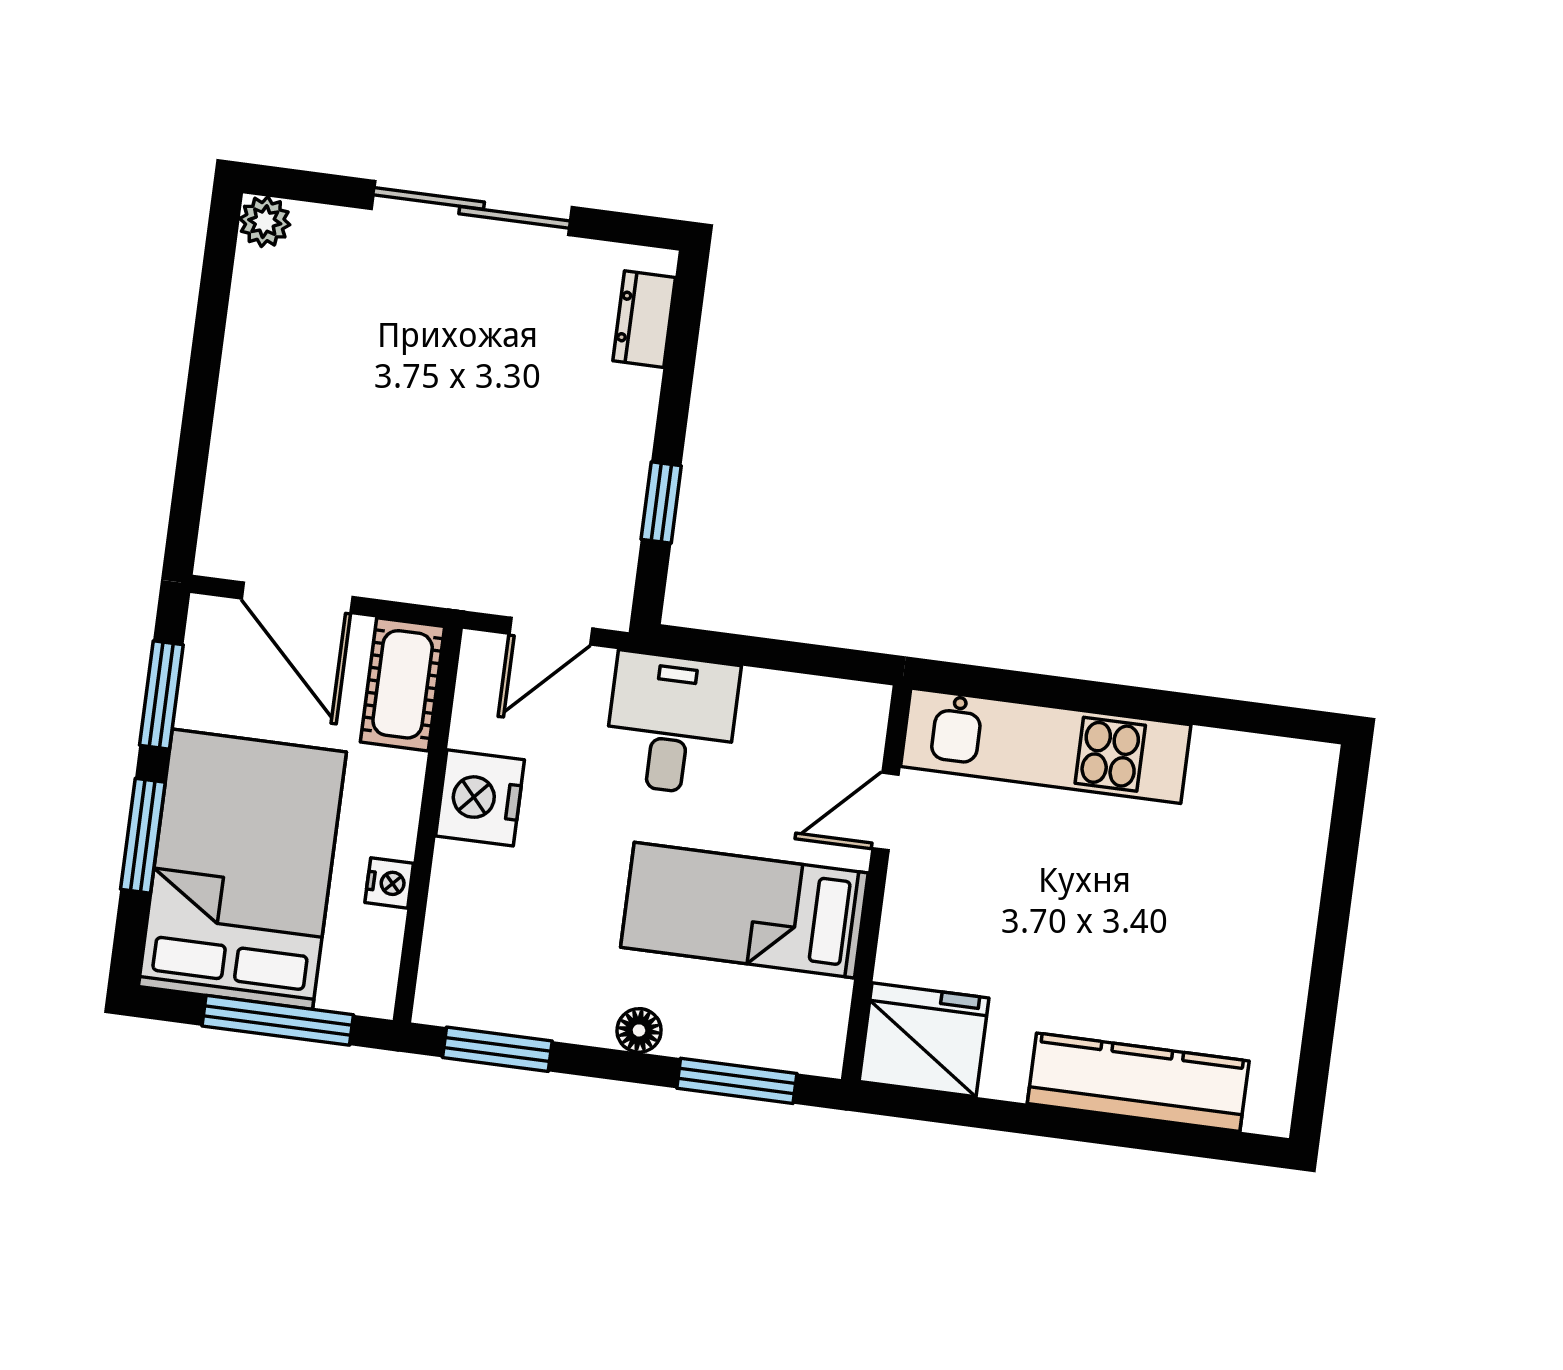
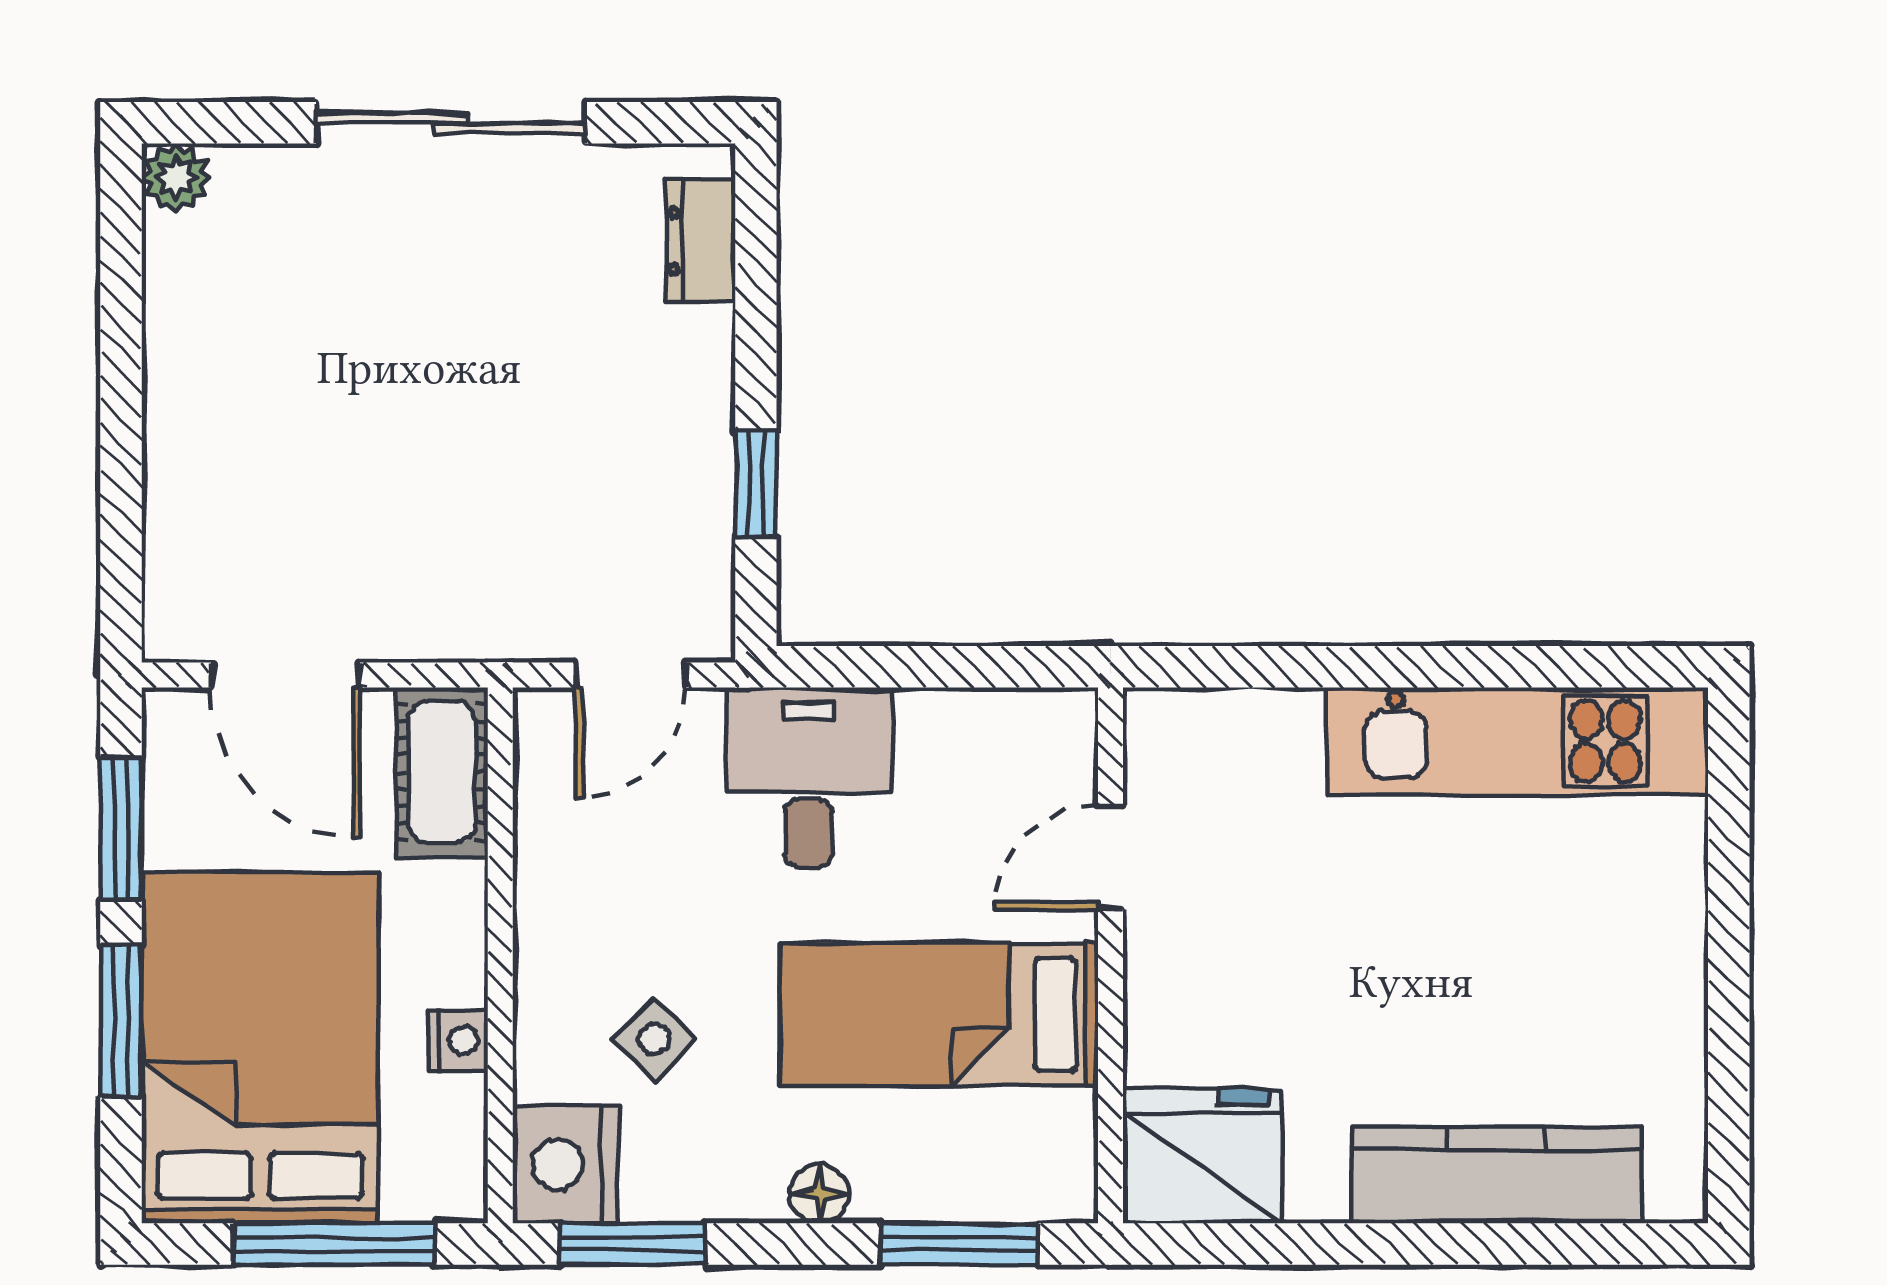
kitchen unit: (1046, 746) -> (1518, 741), moved
nightstand: (480, 798) -> (565, 1164), moved
side table: (533, 901) -> (654, 1039), added

